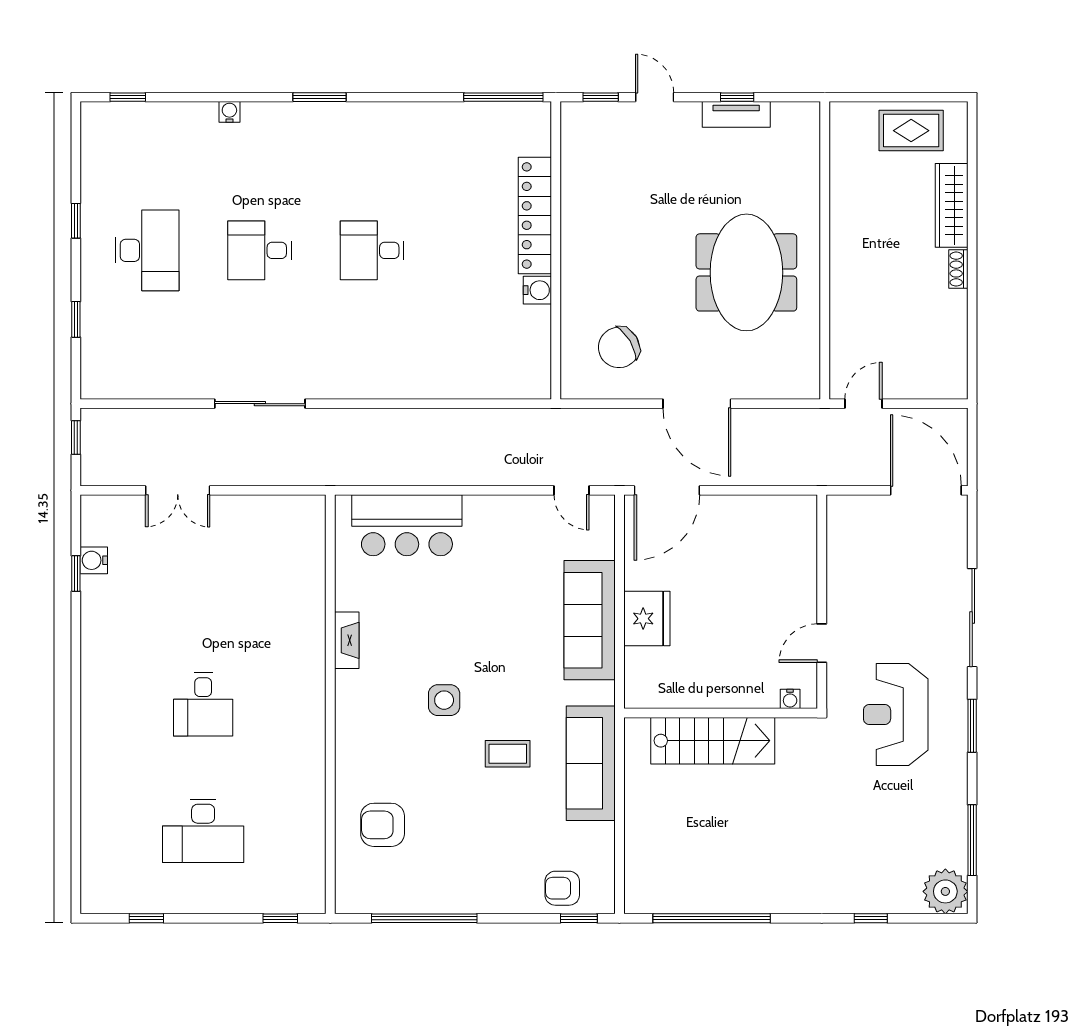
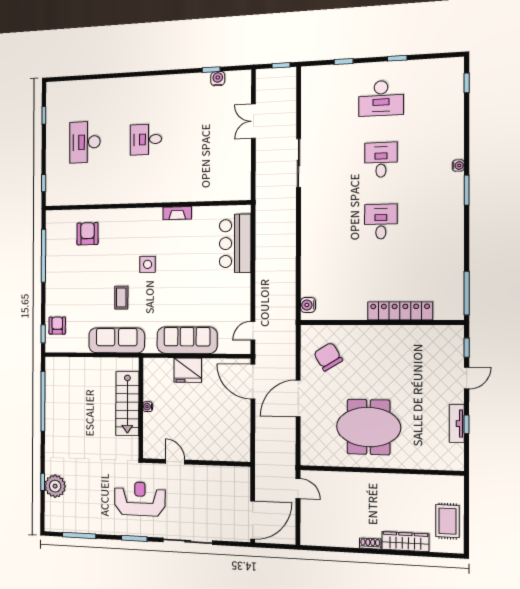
water cooler: (229, 112) -> (458, 166), moved
water cooler: (537, 290) -> (308, 305), moved, turned 90
water cooler: (790, 699) -> (148, 407), moved
plant: (945, 891) -> (55, 486), moved

